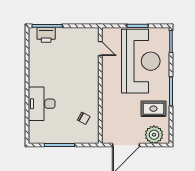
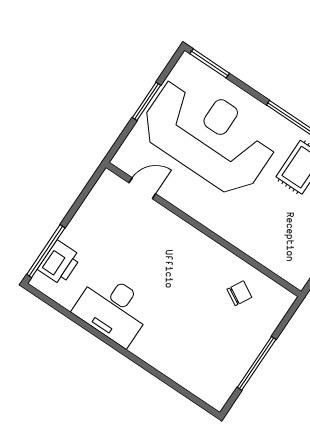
desk: (42, 104) -> (113, 309), moved

